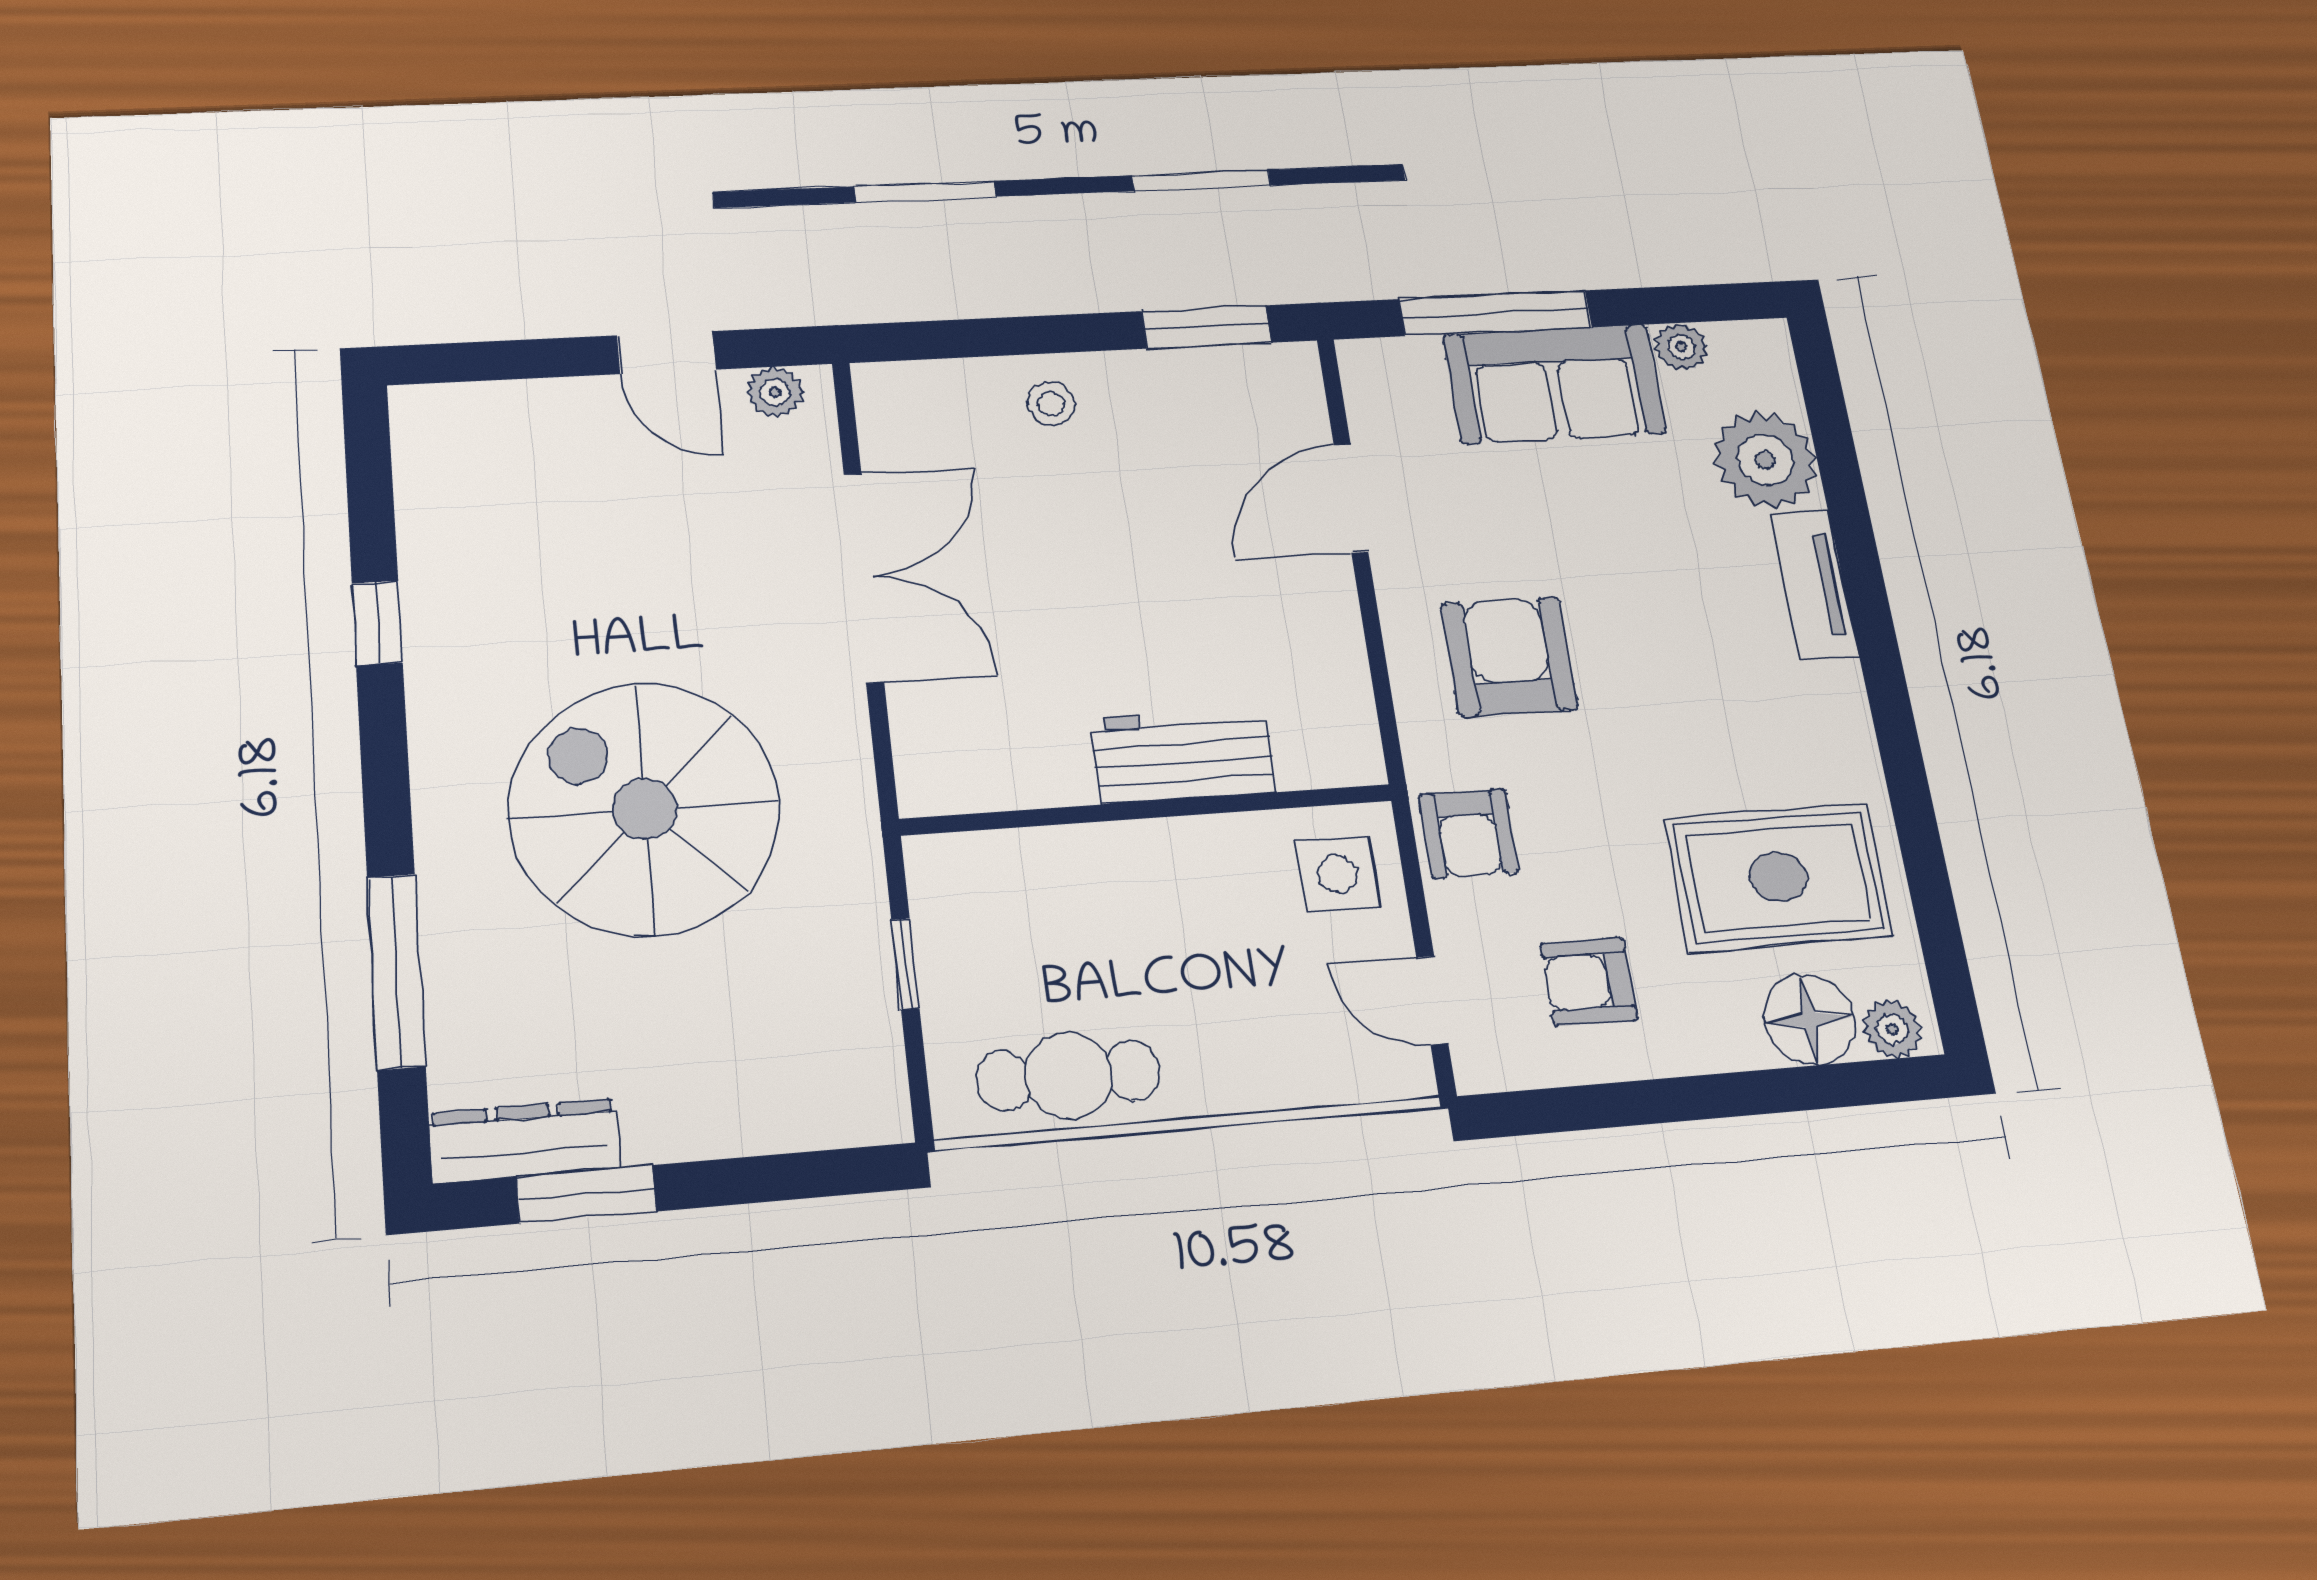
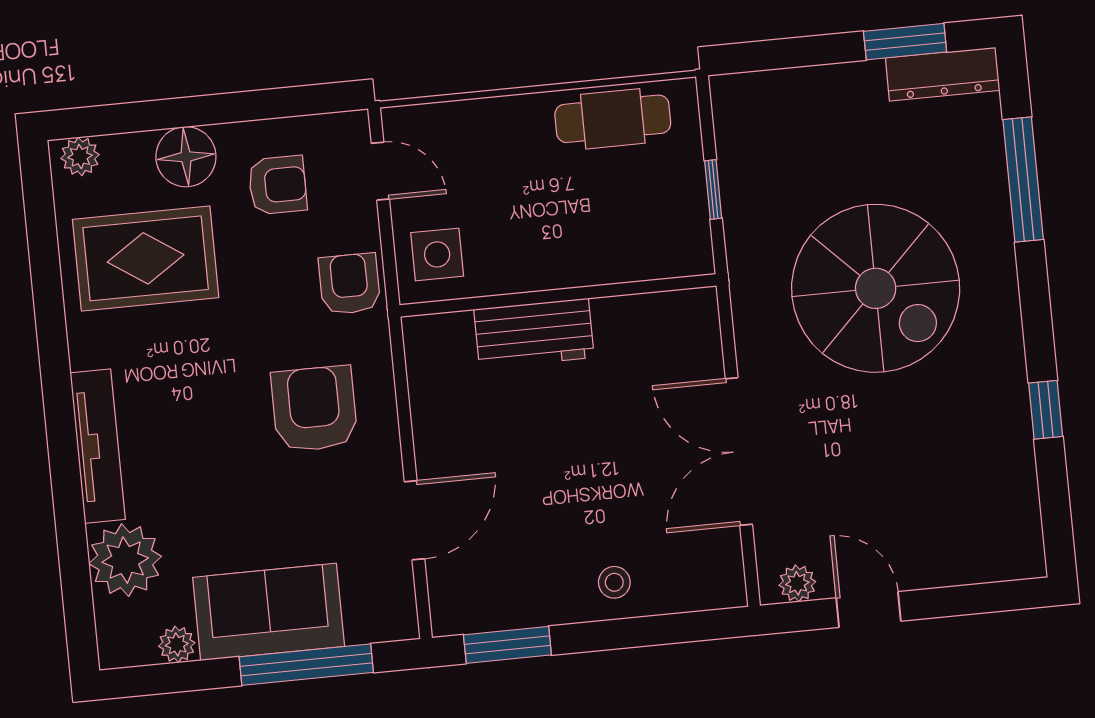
tv unit: (1815, 585) -> (98, 446), width x1.41
armchair: (1509, 657) -> (314, 409), turned 180
floor lamp: (1810, 1020) -> (186, 157), moved

